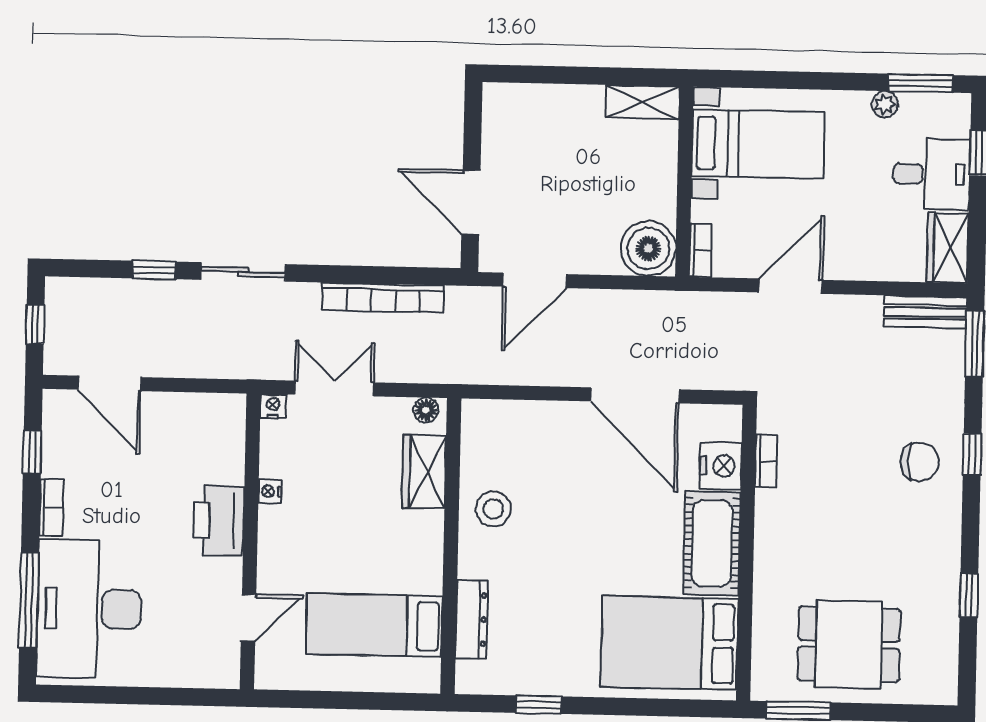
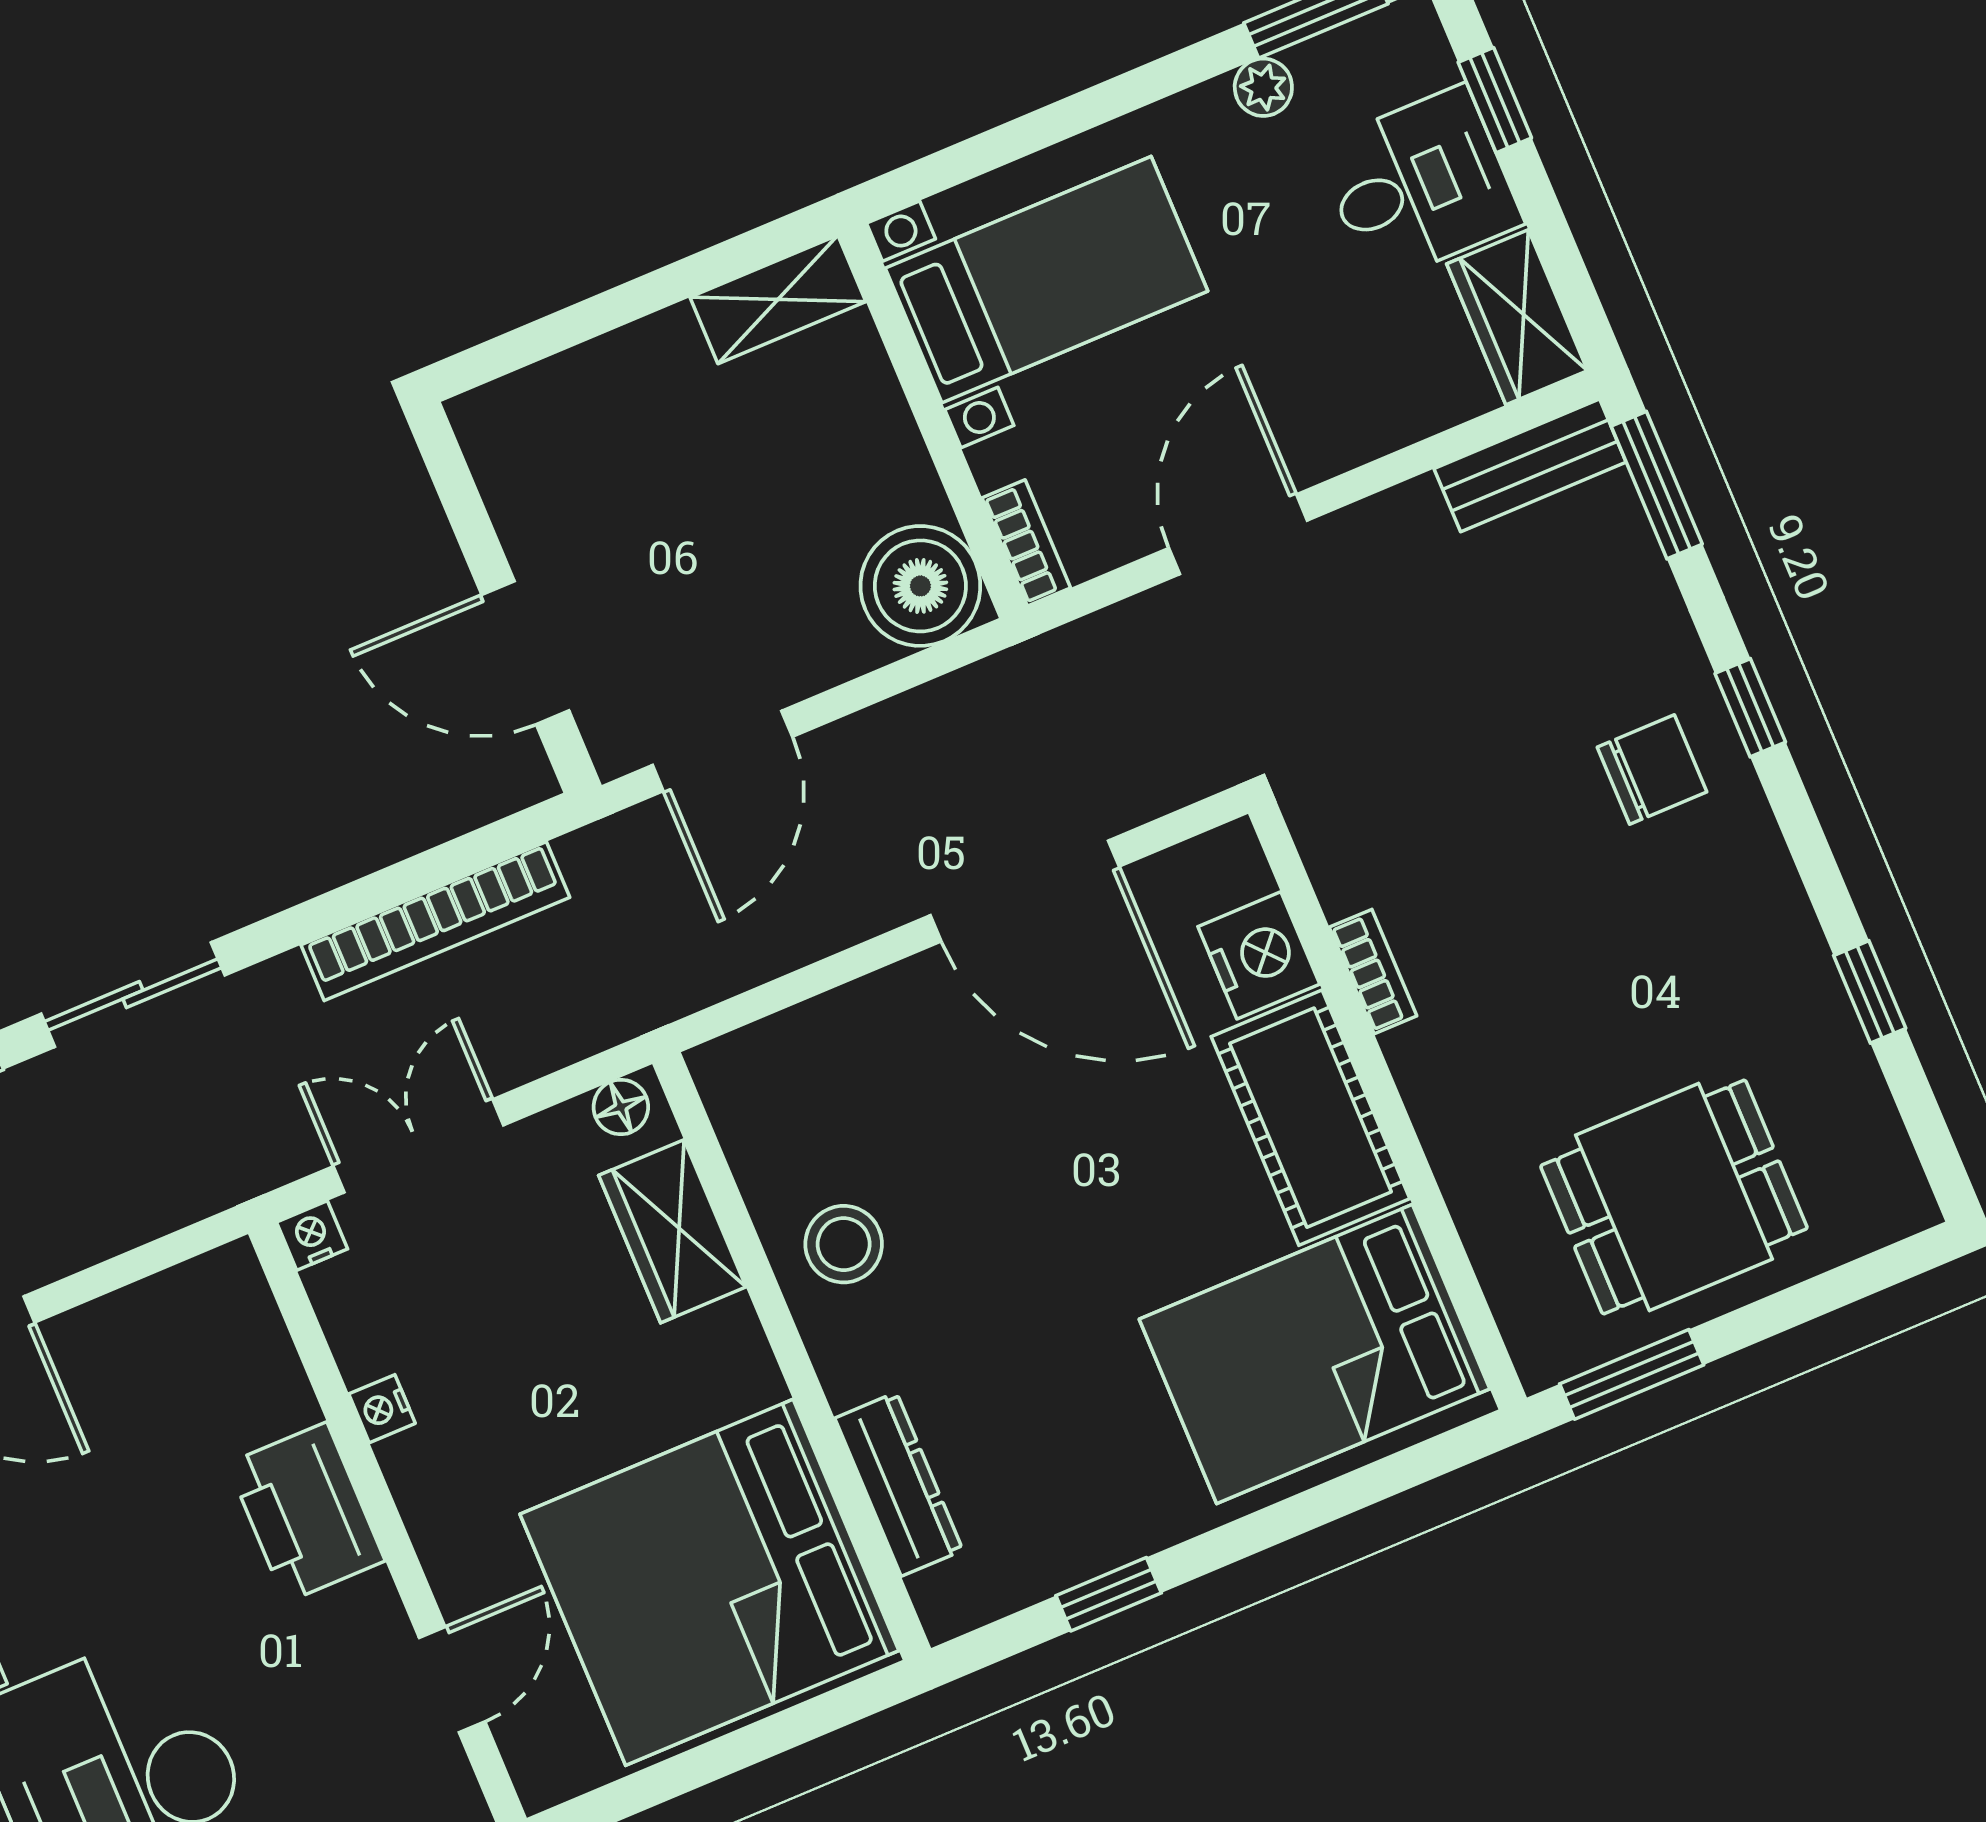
bookcase: (766, 461) -> (1373, 972), moved
bed: (374, 625) -> (709, 1582), width x2.04

